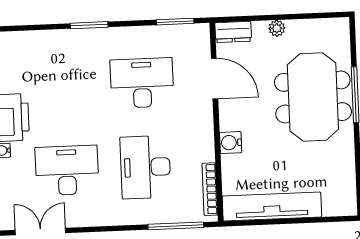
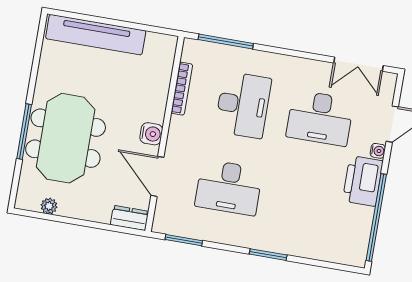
plant: (277, 28) -> (49, 206), moved
water cooler: (231, 143) -> (151, 134), moved
bookcase: (210, 189) -> (182, 89), moved
tv unit: (272, 207) -> (96, 35), moved

